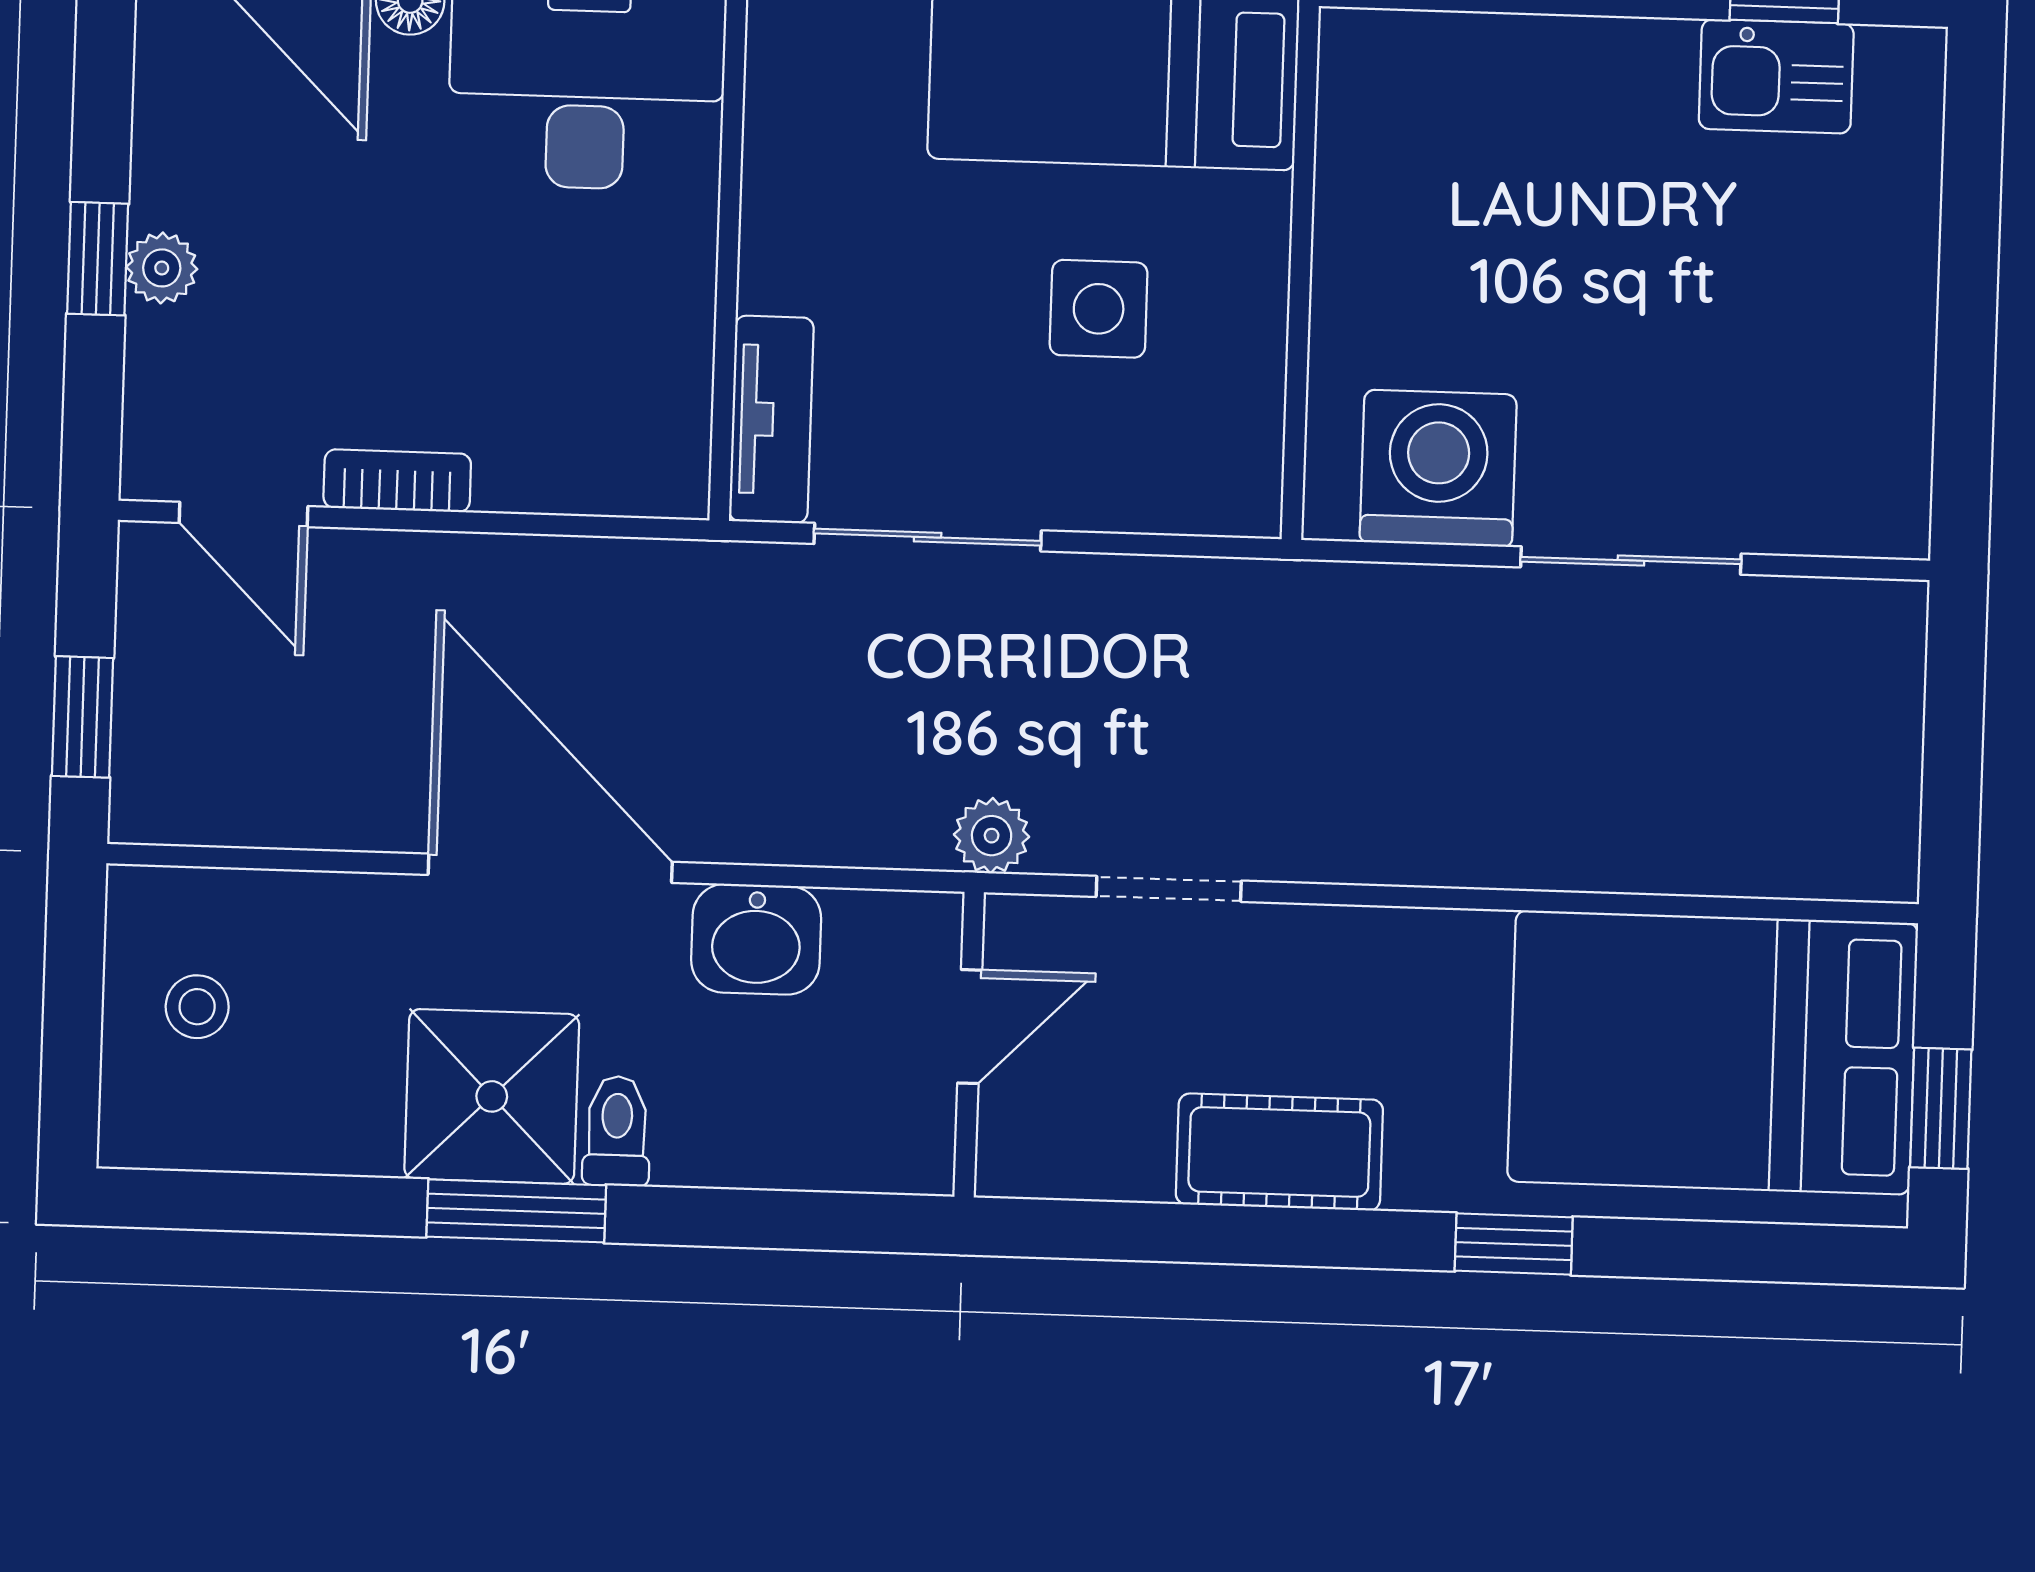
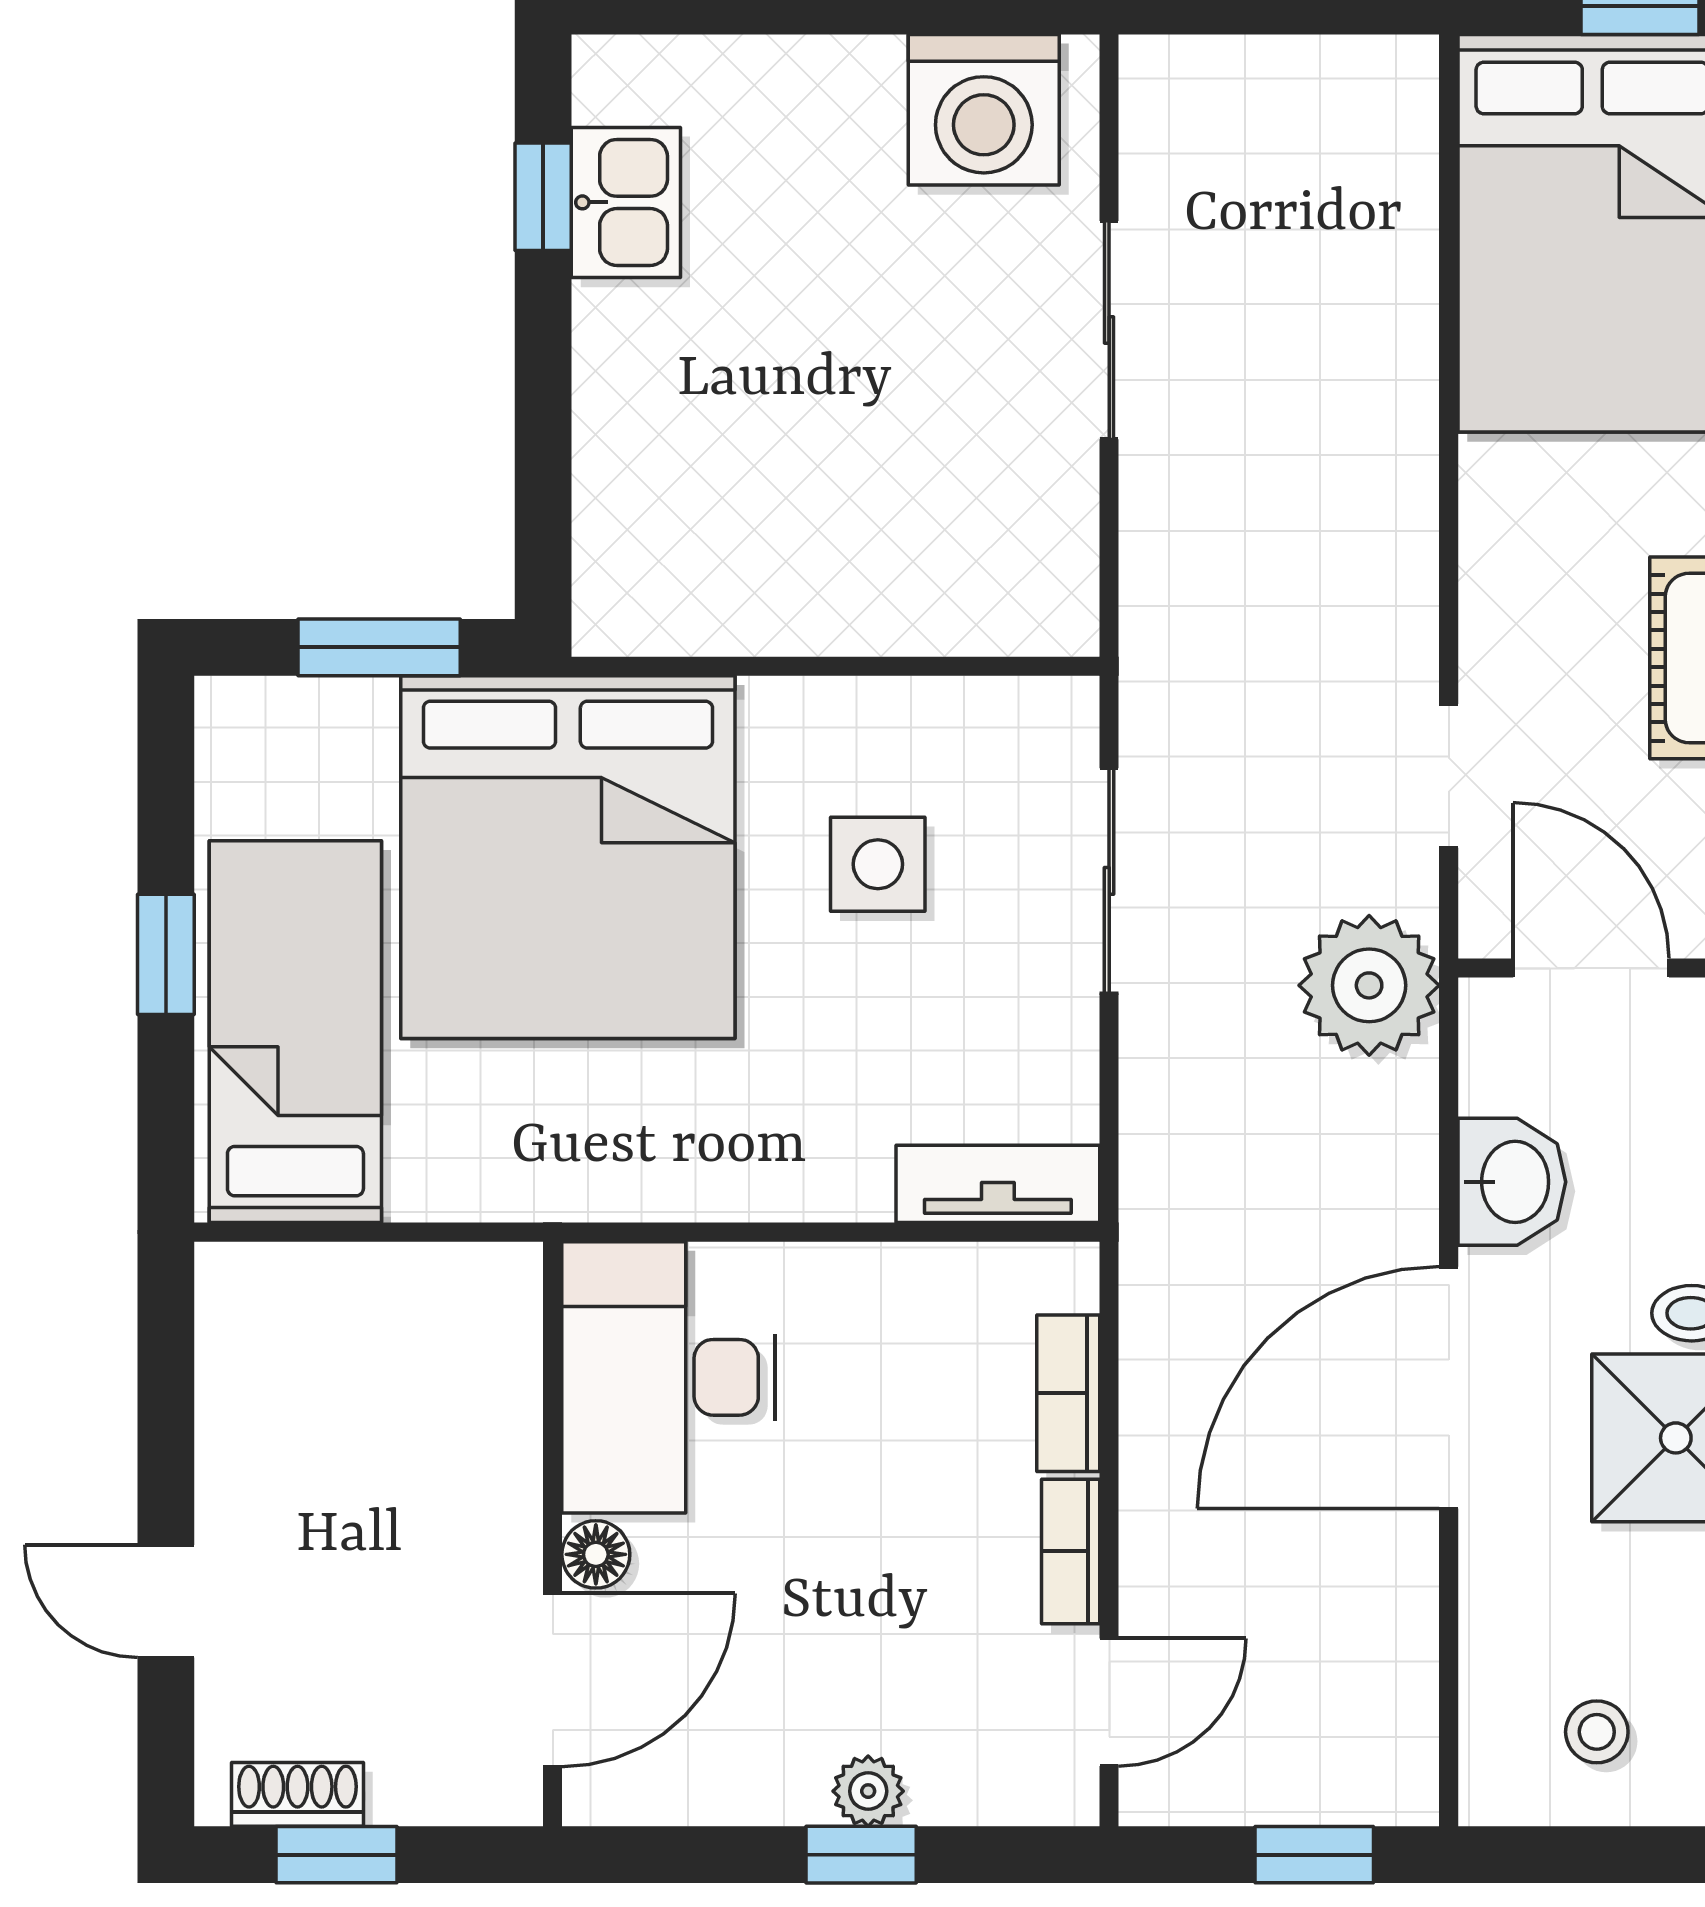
washing machine: (1438, 468) -> (984, 110), moved, turned -90
bookcase: (557, 484) -> (1068, 1393), added
sliding door: (928, 537) -> (1109, 881), moved
plant: (992, 836) -> (1369, 985), width x1.88, depth x1.88
door: (970, 1027) -> (1591, 968), width x1.38

